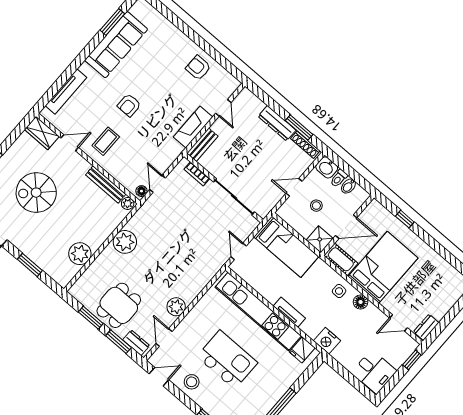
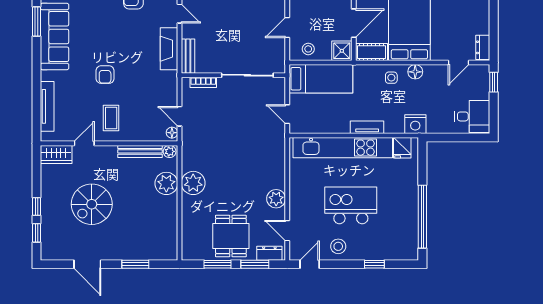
stool: (316, 206) -> (308, 49), moved
plant: (80, 254) -> (166, 183), moved

